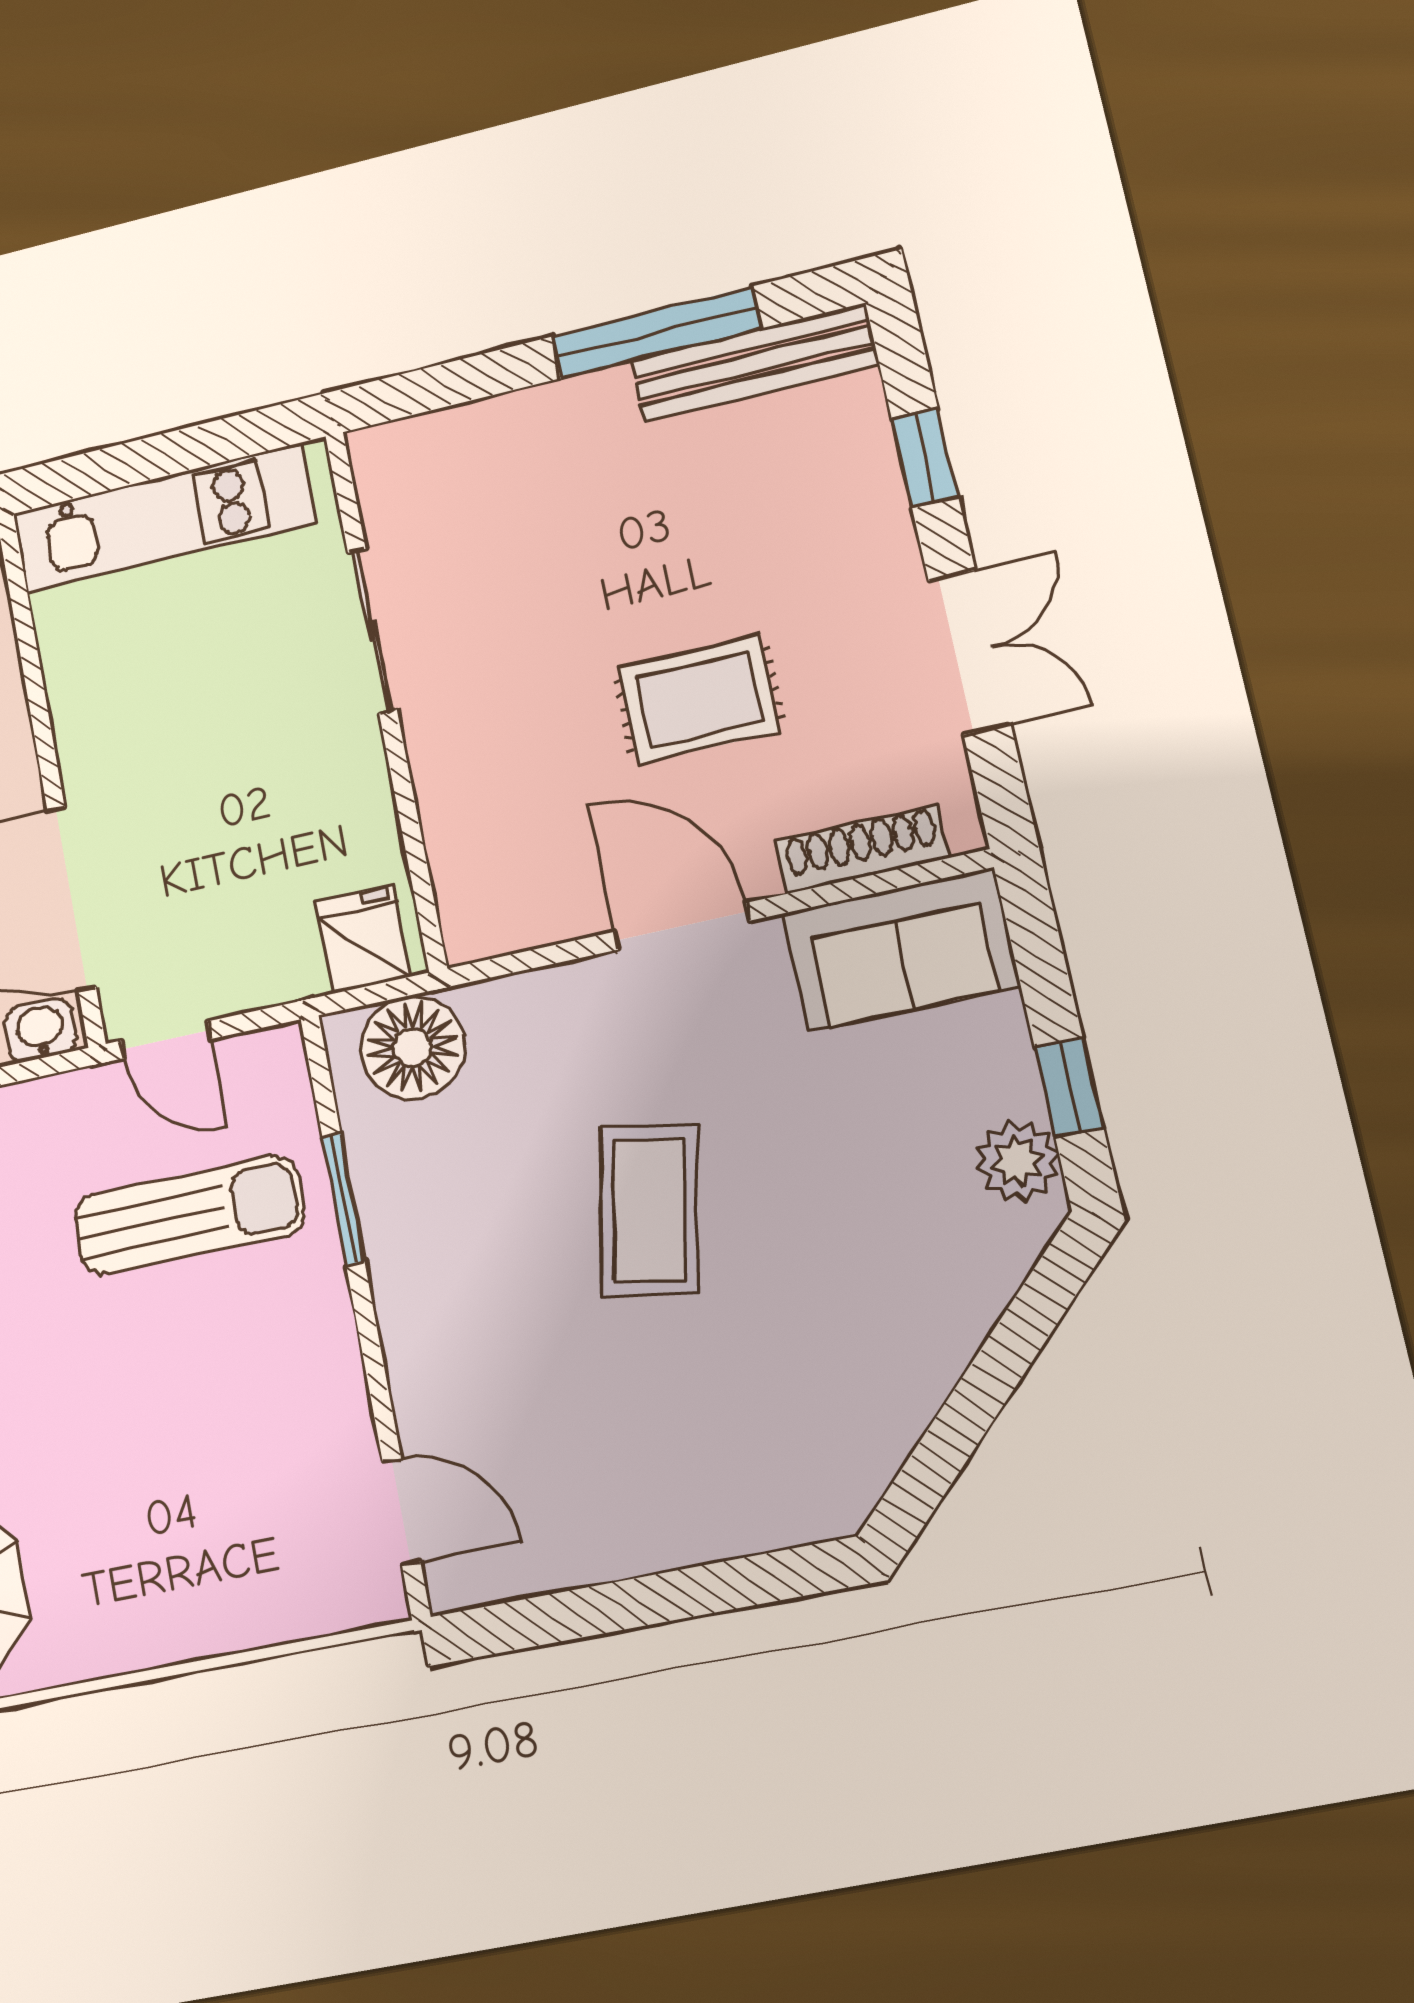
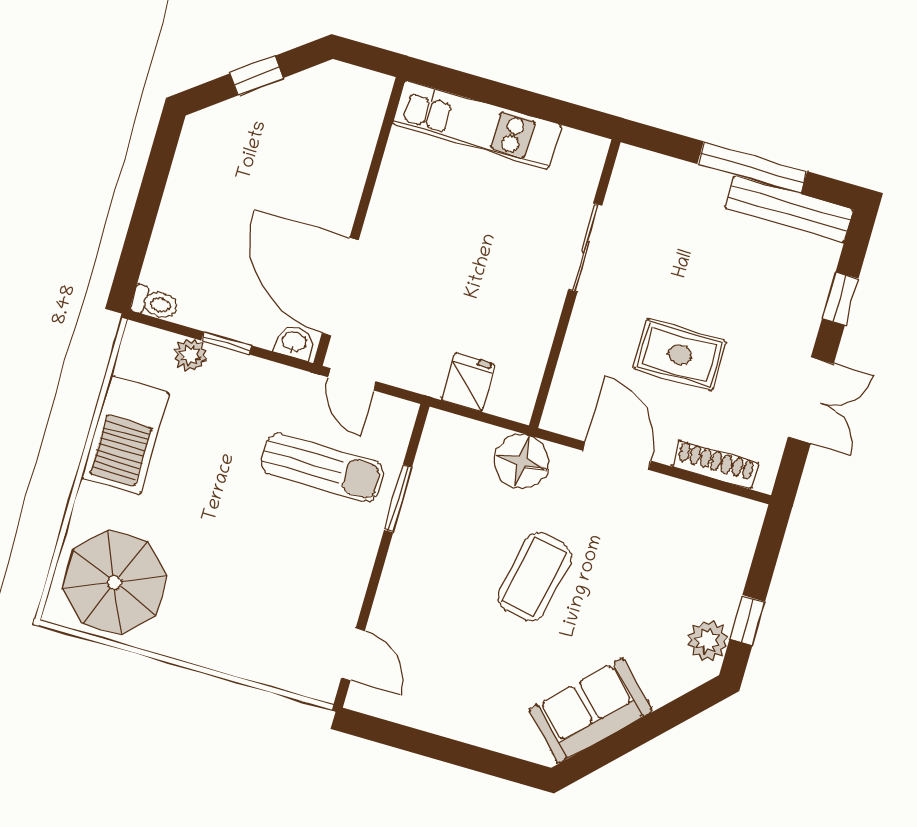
sliding door: (372, 631) -> (585, 248), moved
wall: (385, 698) -> (575, 284), moved
sofa: (901, 949) -> (591, 711), moved, turned 135
floor lamp: (413, 1047) -> (522, 461), moved

